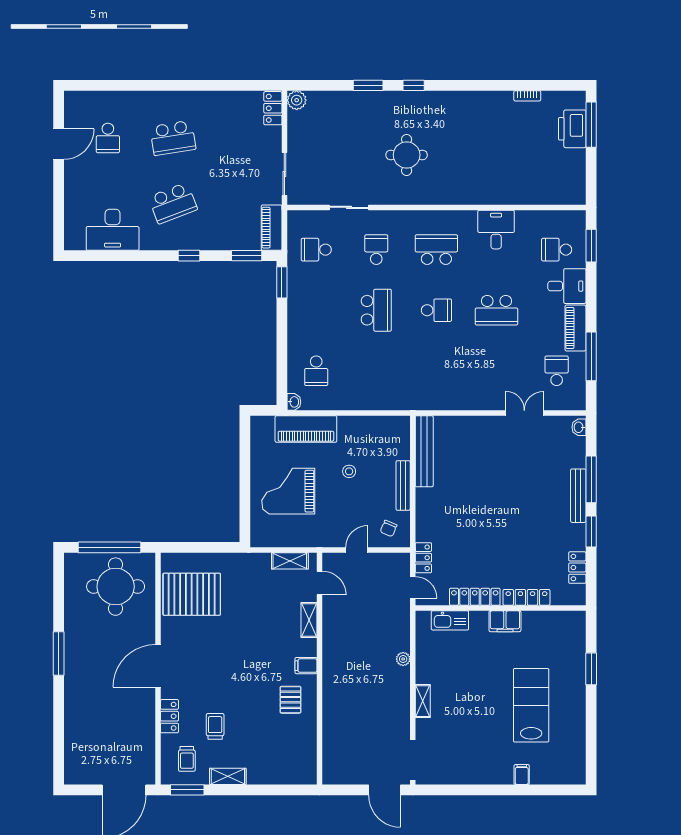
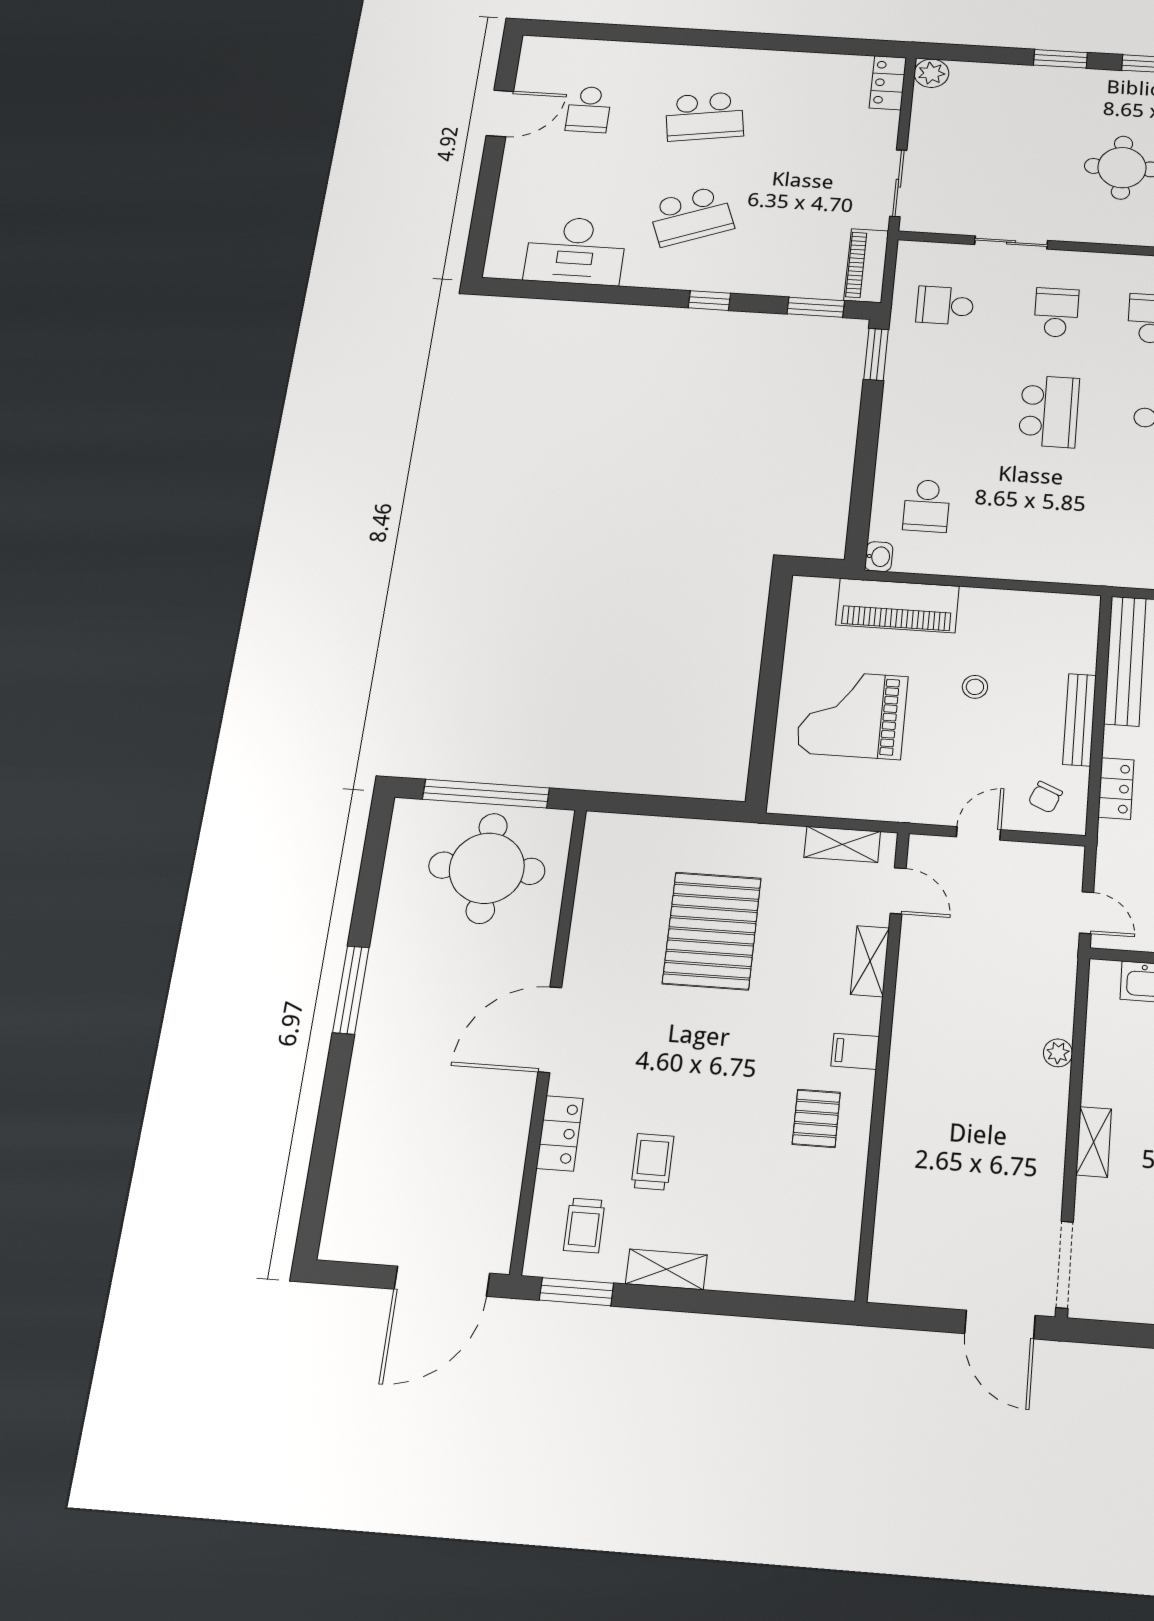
locker: (423, 558) -> (1116, 789), moved
pallet: (192, 594) -> (712, 931), moved, turned 90

